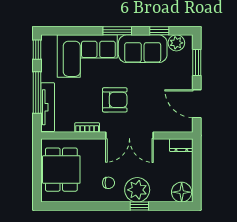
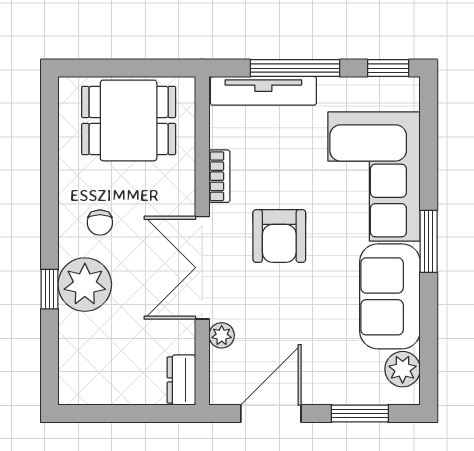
window: (159, 31) -> (429, 332), removed
plant: (161, 127) -> (222, 335), added
floor lamp: (182, 192) -> (80, 380), removed

